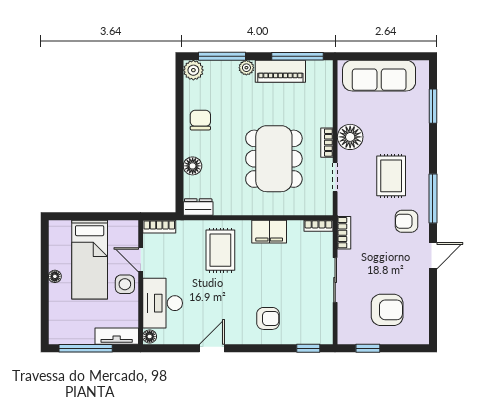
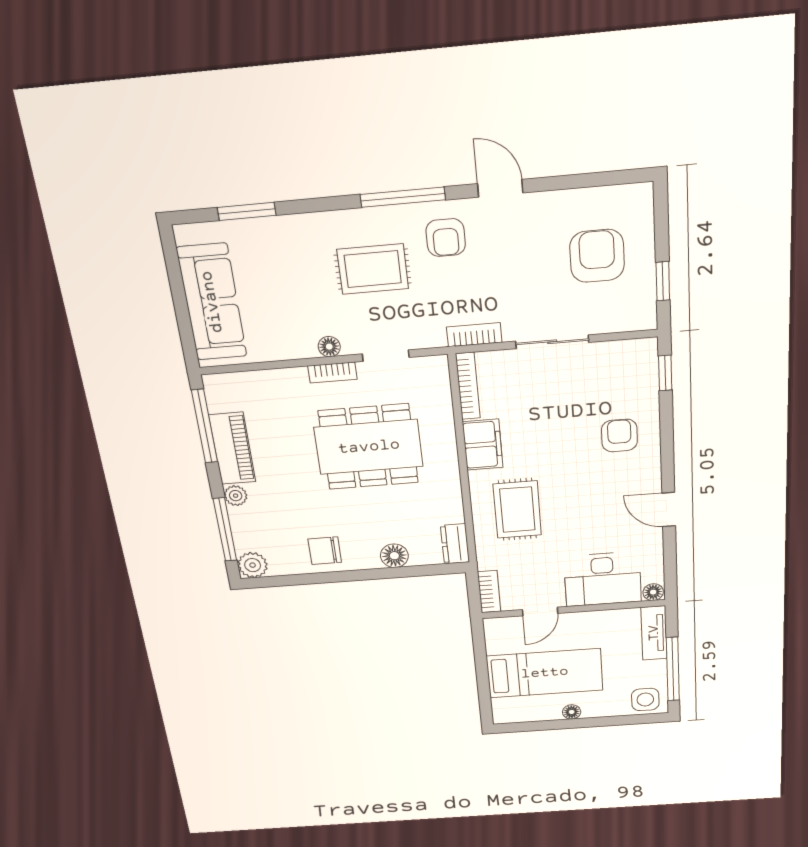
floor lamp: (350, 137) -> (329, 347), width x0.53, depth x0.53
bookcase: (318, 226) -> (468, 386), width x1.56
rug: (220, 250) -> (517, 510), turned 90
side table: (125, 284) -> (645, 699), moved

